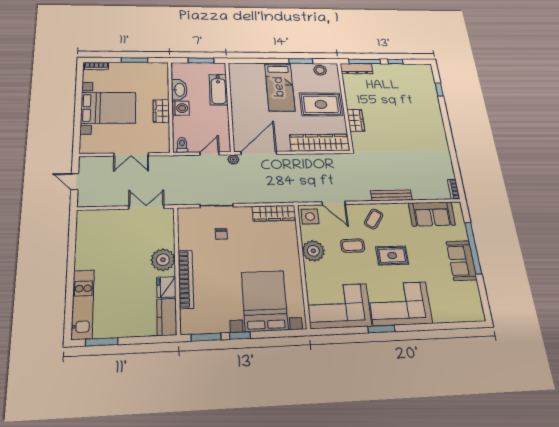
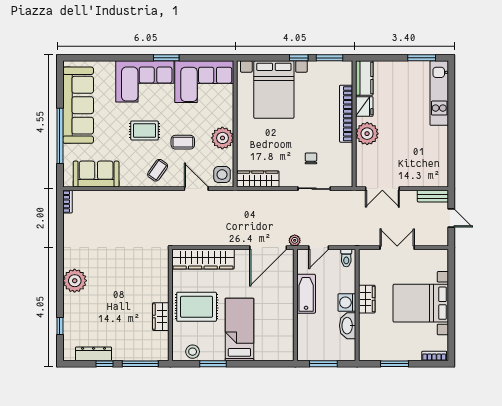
dresser: (356, 69) -> (94, 354), moved
bathtub: (218, 90) -> (306, 294), moved
wardrobe: (356, 120) -> (161, 317), moved
plant: (434, 124) -> (75, 281), added
bench: (391, 195) -> (433, 196), moved, width x0.73
sofa: (461, 261) -> (78, 105), width x1.85, depth x1.27

